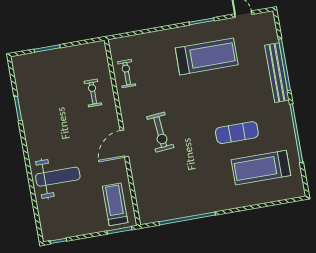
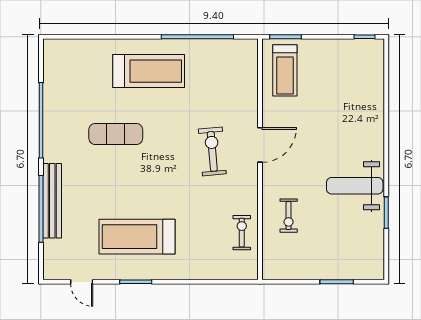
exercise bike: (127, 74) -> (242, 233), turned 180
treadmill: (261, 168) -> (149, 71), moved
weight bench: (58, 177) -> (355, 186), moved

